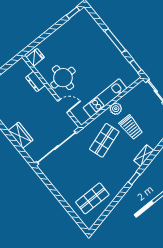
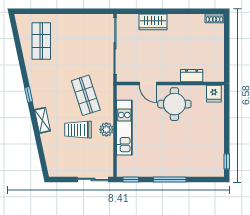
door: (64, 106) -> (148, 83), hinge flipped

